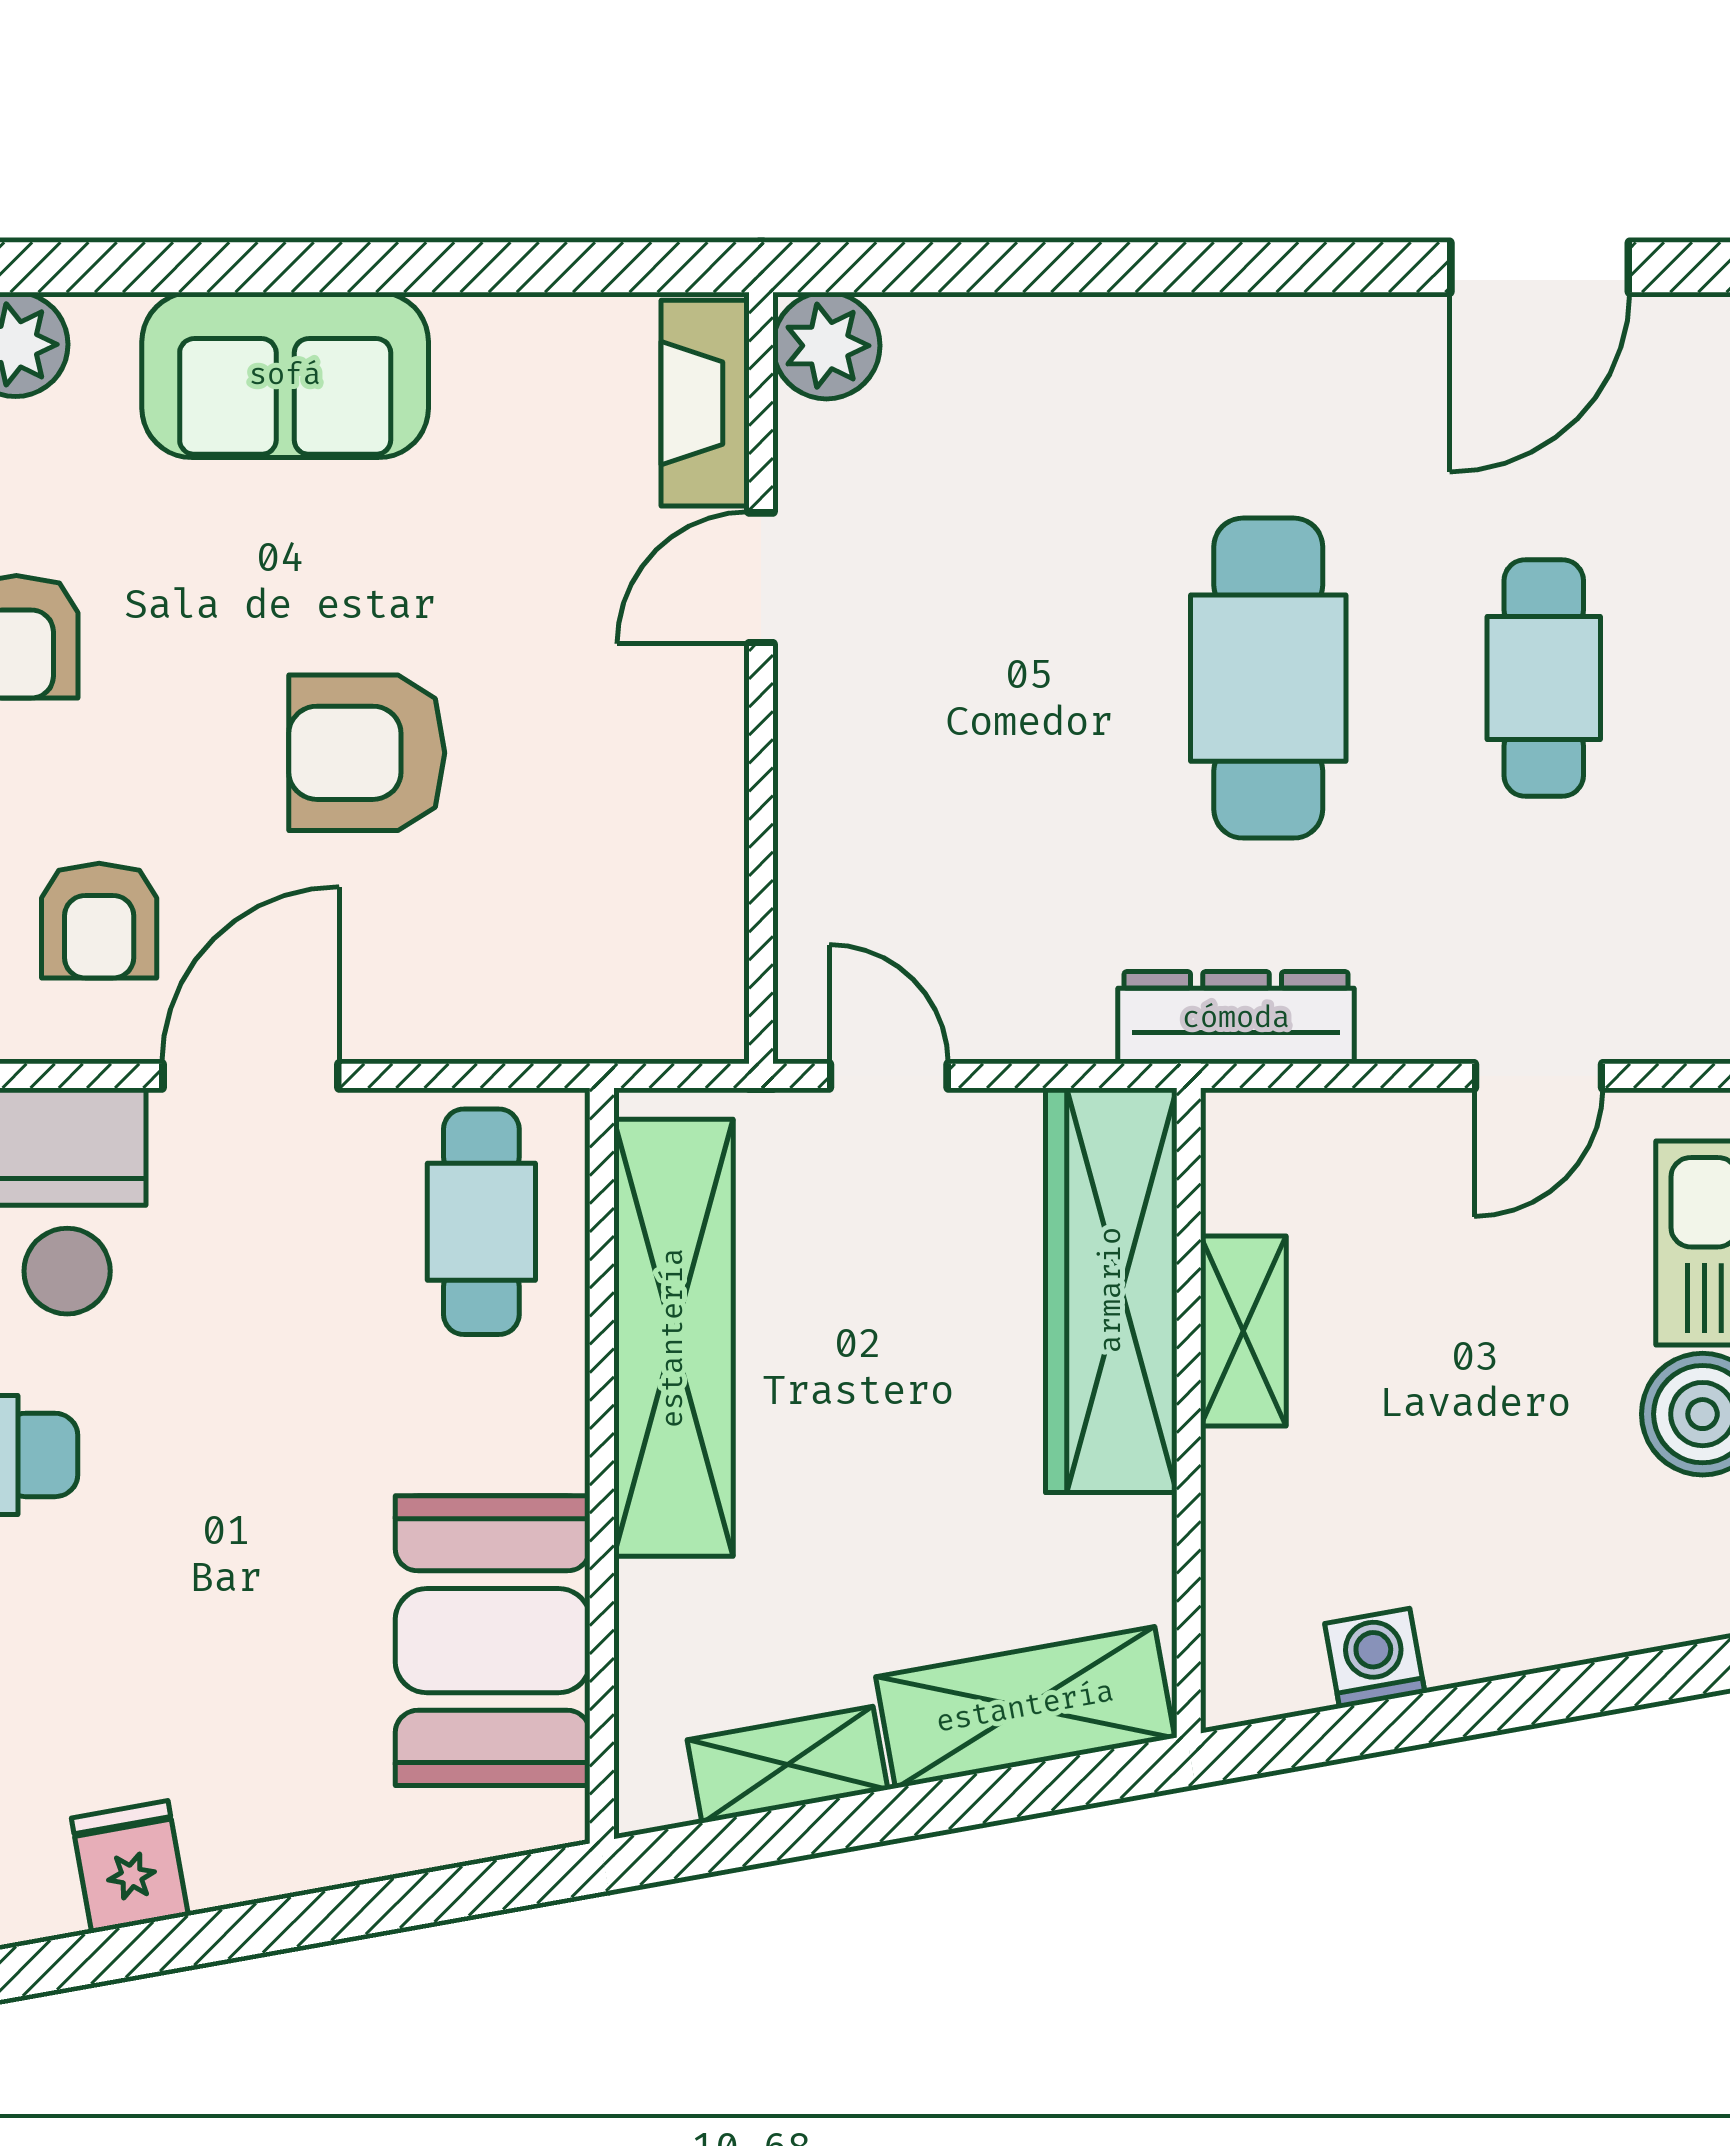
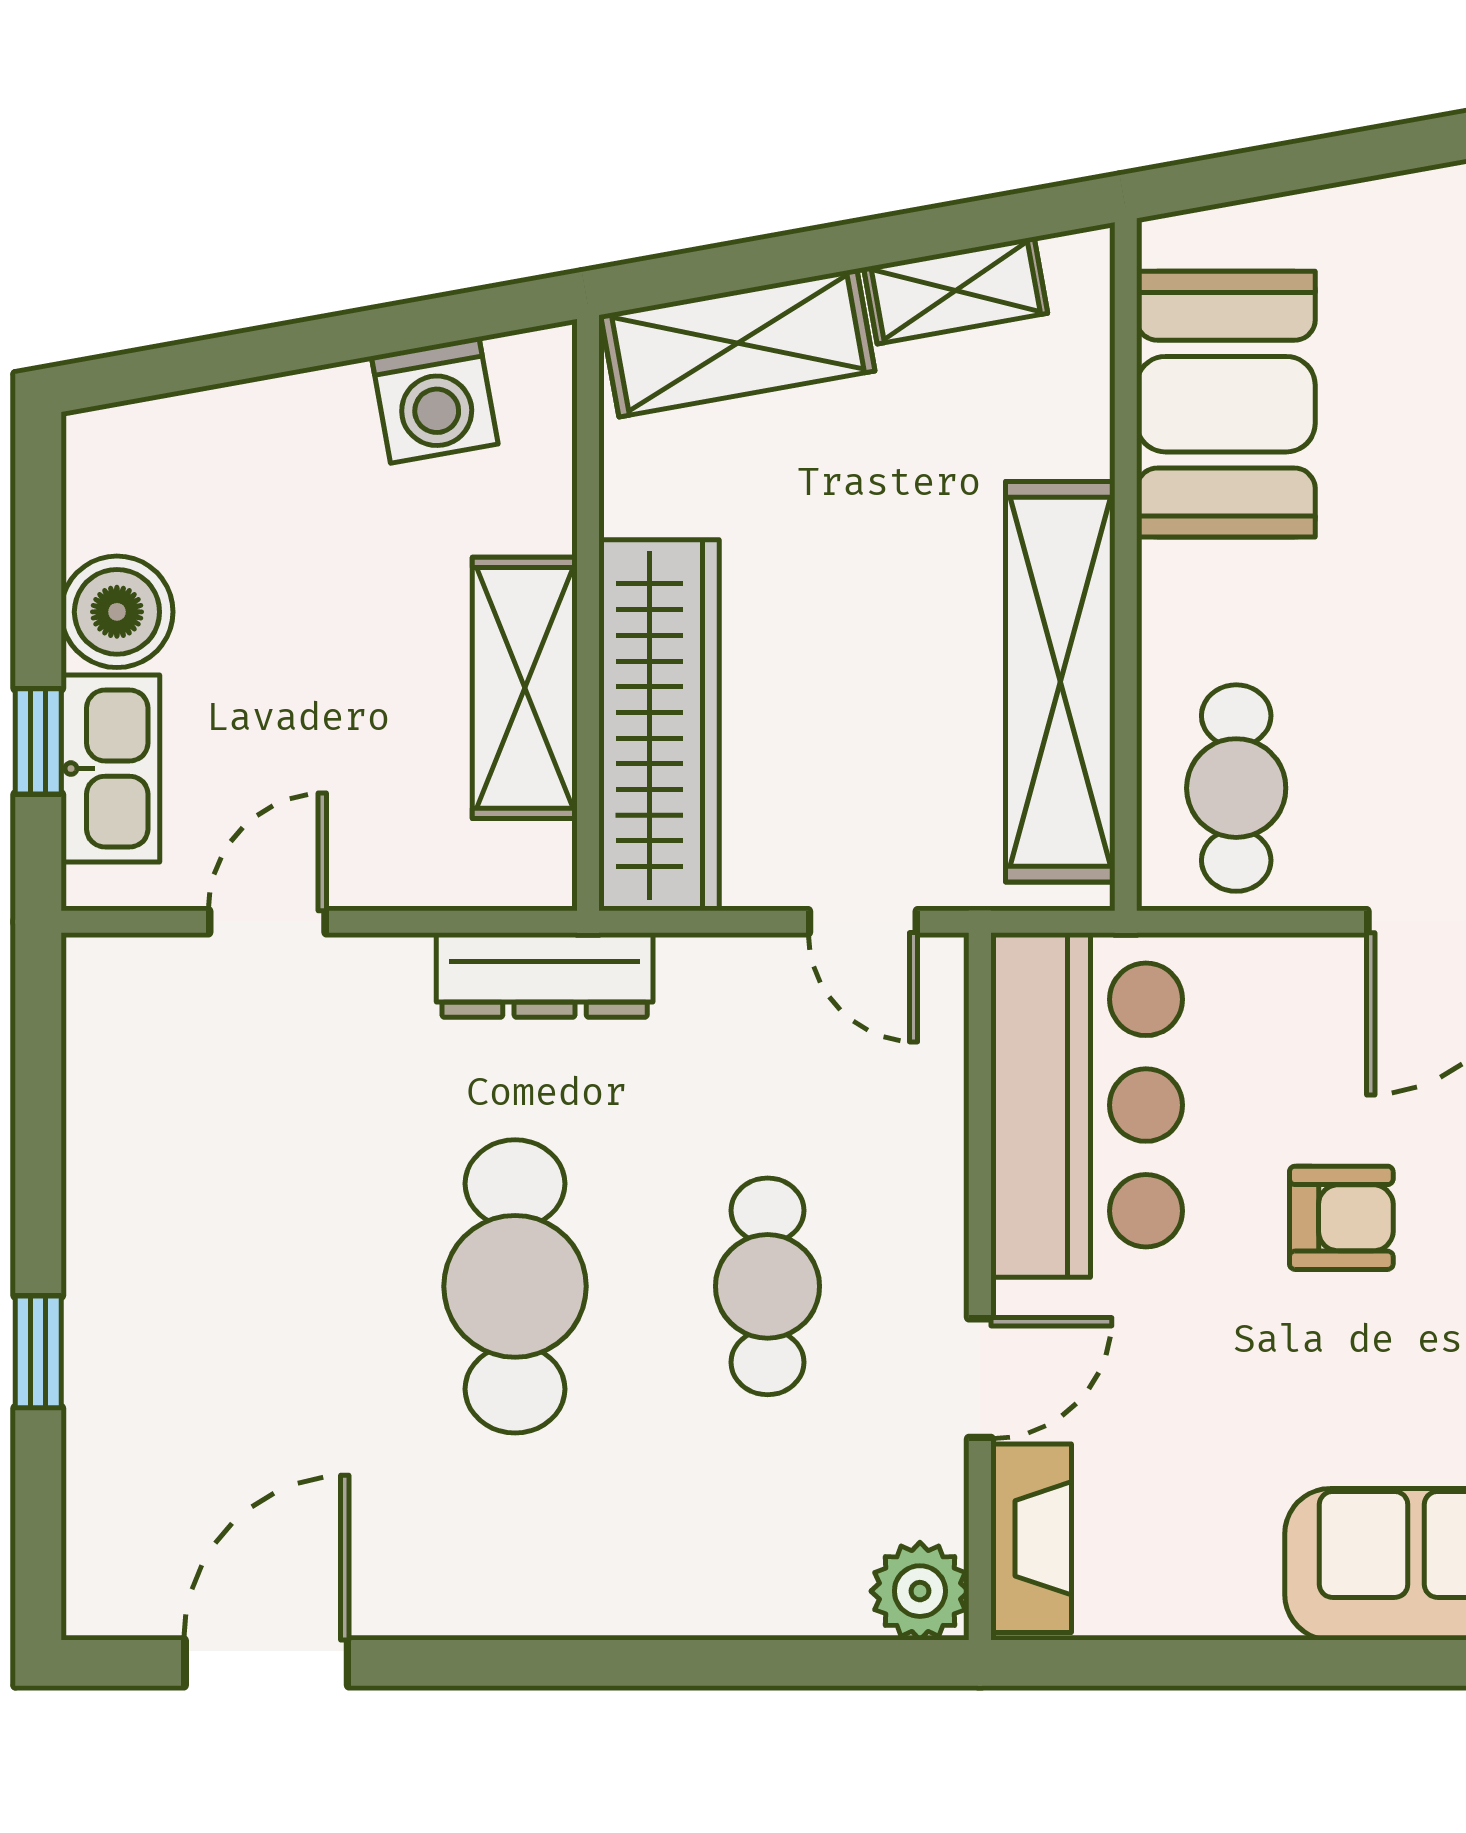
cafe table: (1544, 678) -> (768, 1286), moved
armchair: (367, 753) -> (1341, 1218), width x0.72, depth x0.72
bar counter: (645, 876) -> (1087, 1105), added
shelving: (1243, 1331) -> (525, 688), width x1.50, depth x1.33
washing machine: (1375, 1658) -> (435, 400), width x1.38, depth x1.38

